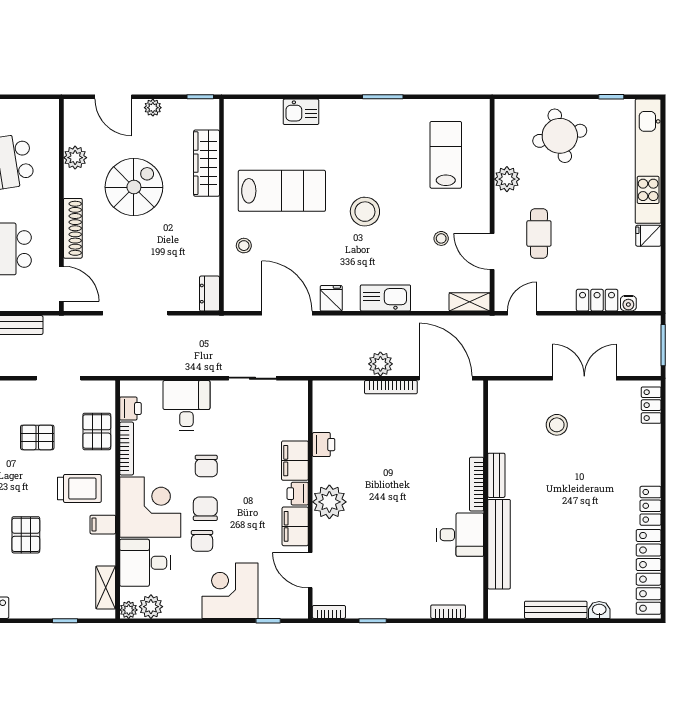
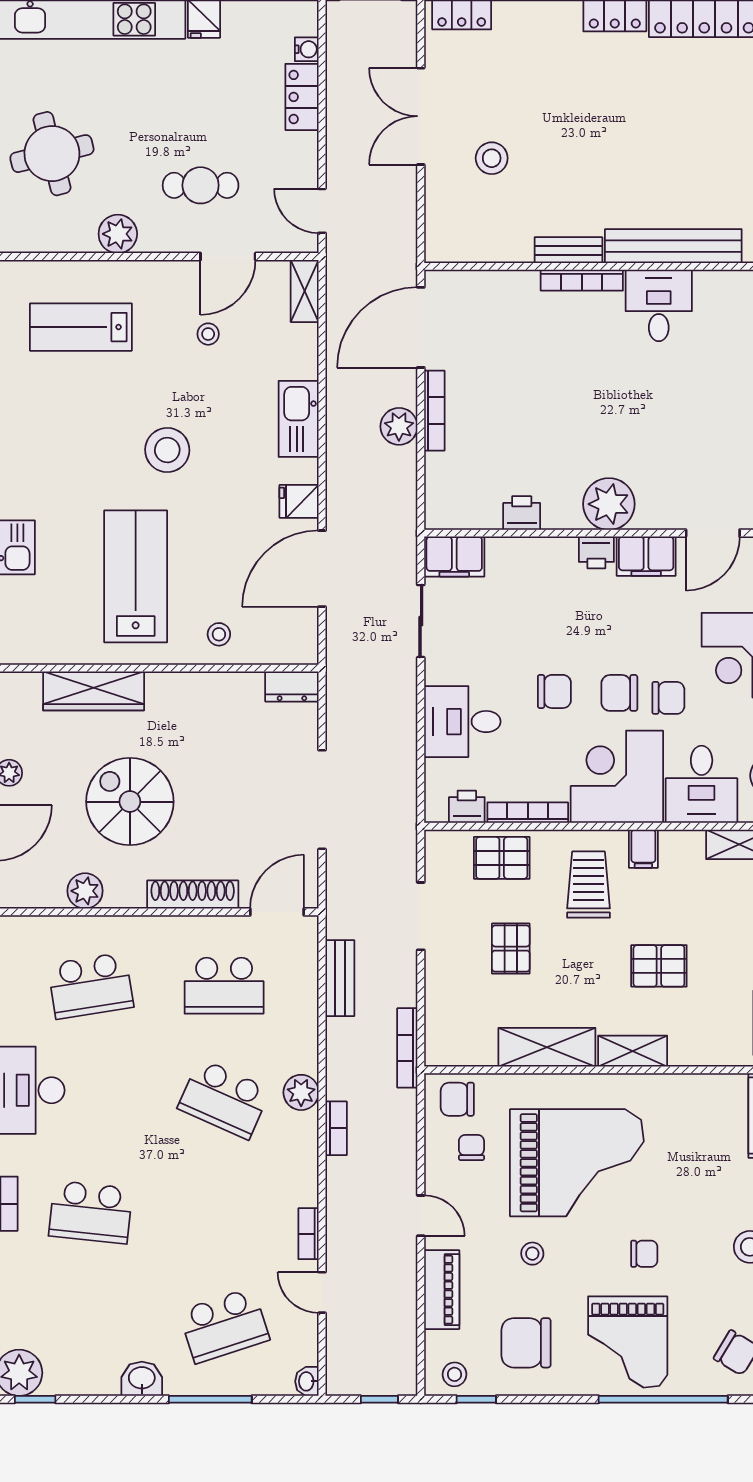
filing cabinet: (295, 461) -> (454, 557), moved

